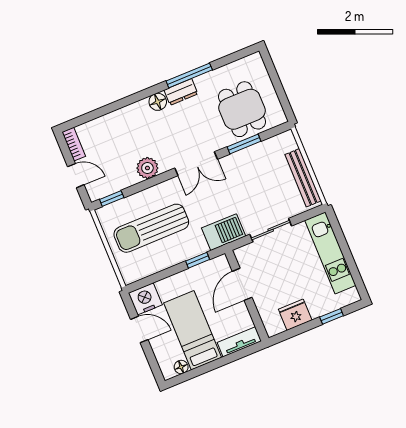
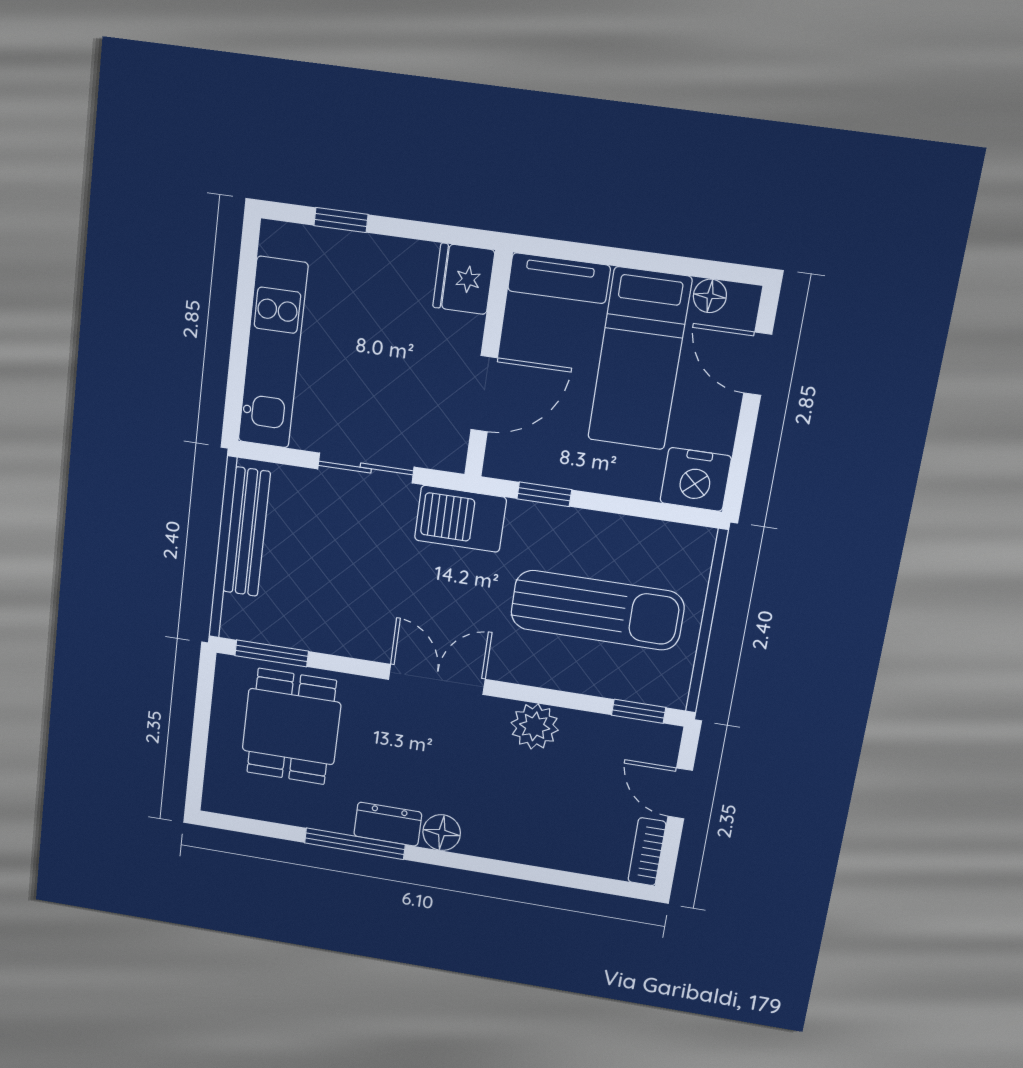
window: (244, 144) -> (272, 653), moved
fridge: (295, 315) -> (464, 279), moved, turned 90
door: (139, 329) -> (758, 364), moved

